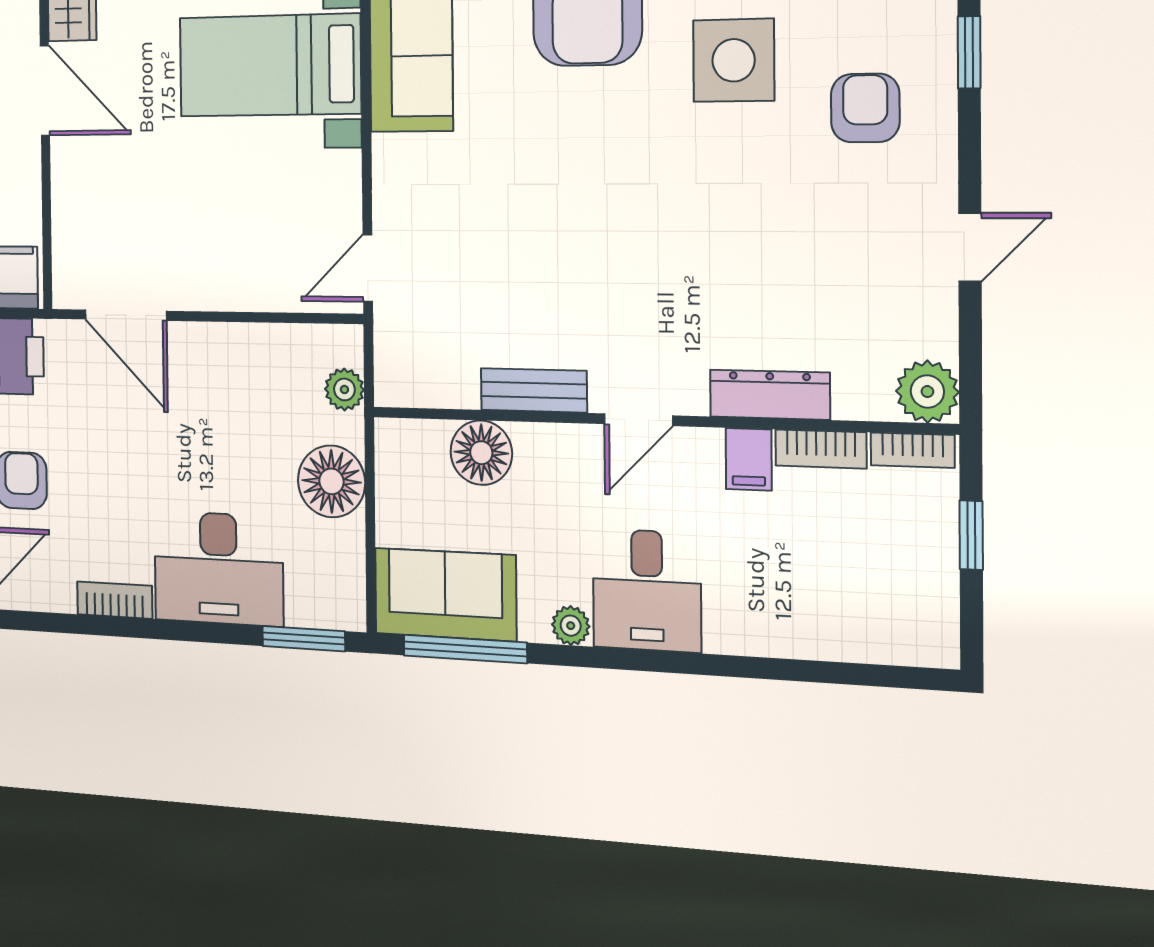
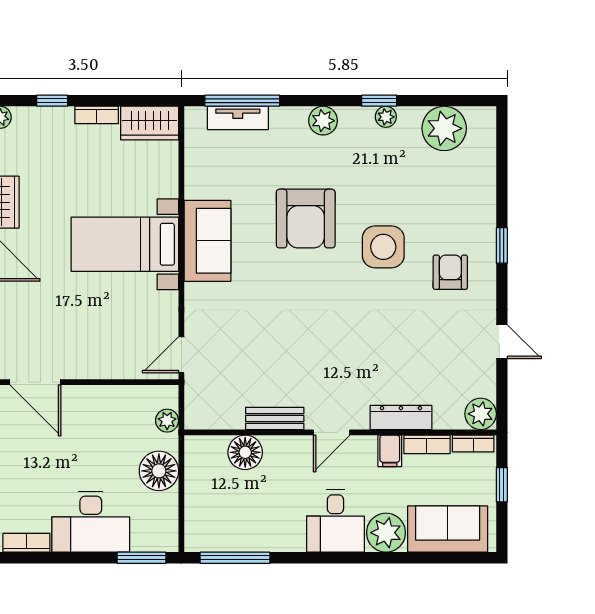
door: (970, 247) -> (502, 342), hinge flipped
sofa: (445, 594) -> (448, 529), moved
plant: (571, 626) -> (386, 533), moved, width x1.87, depth x1.87

